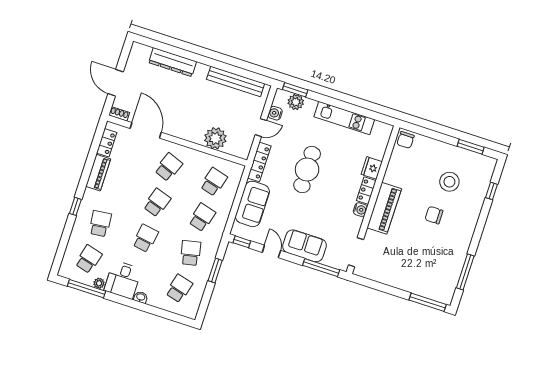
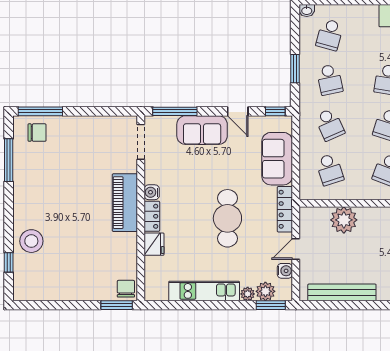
plant: (311, 105) -> (248, 294), added
window: (471, 147) -> (117, 305), moved
school desk: (214, 182) -> (330, 170), turned -33
stool: (449, 182) -> (31, 241), moved
chair: (434, 215) -> (37, 133), moved
school desk: (202, 217) -> (330, 125), turned -39
washbasin: (141, 297) -> (307, 10), moved

